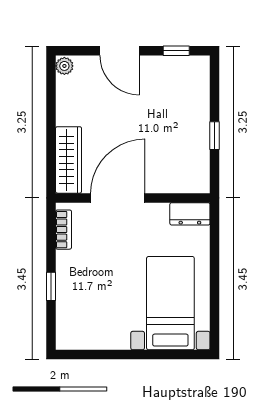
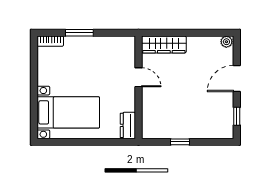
door: (118, 198) -> (138, 77), width x0.53
bookcase: (64, 230) -> (50, 41), moved
window: (51, 286) -> (79, 33), width x1.50

